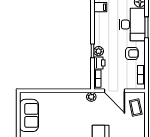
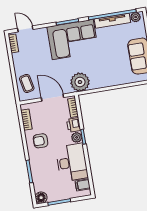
desk: (132, 25) -> (72, 162), moved, turned 180
plant: (91, 97) -> (80, 82), width x1.88, depth x1.88

